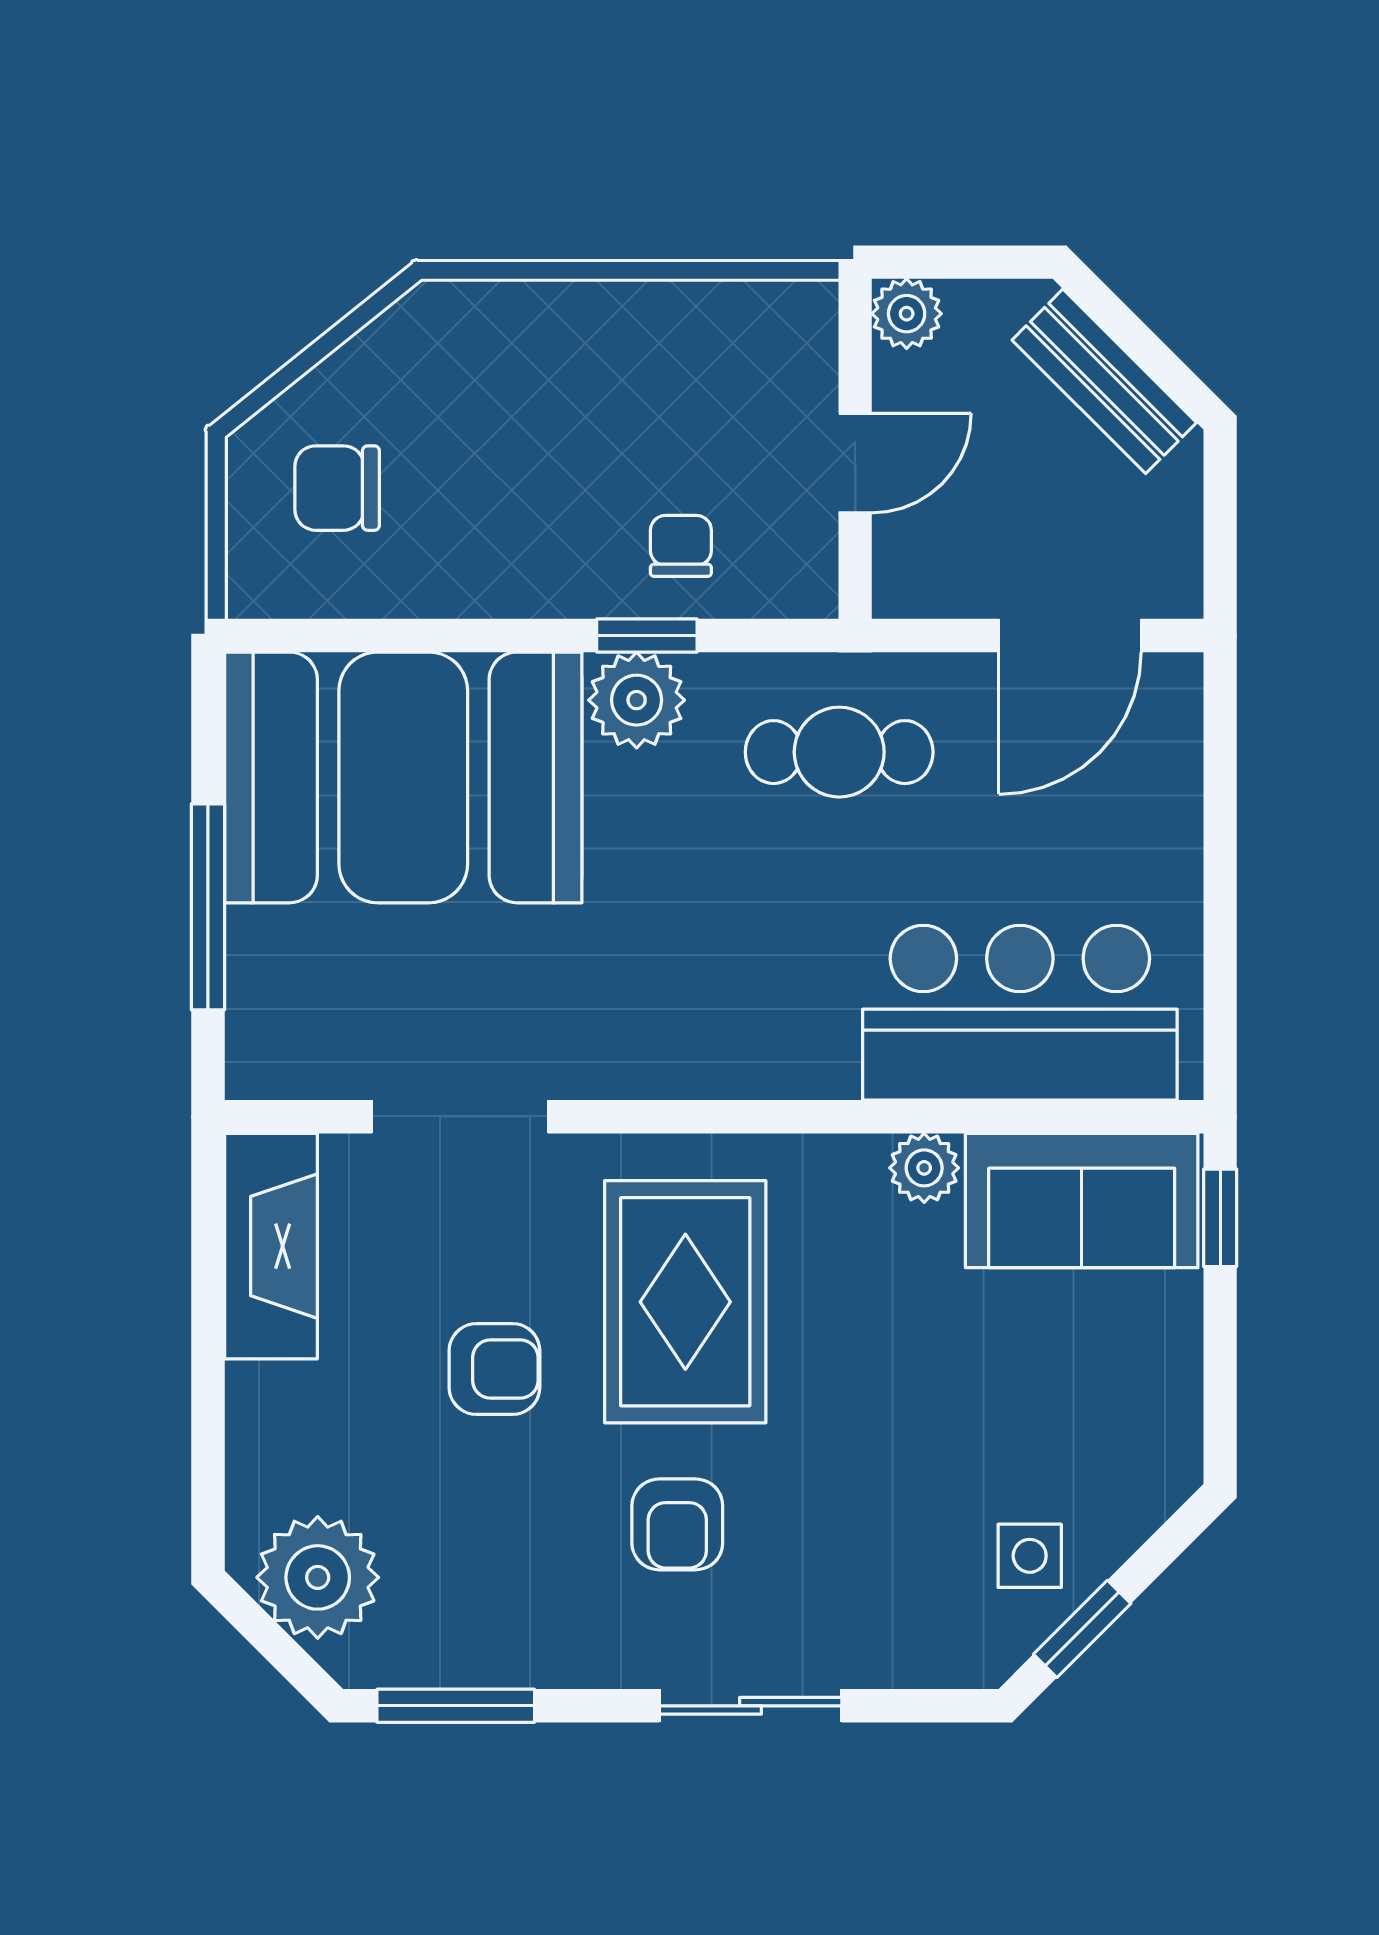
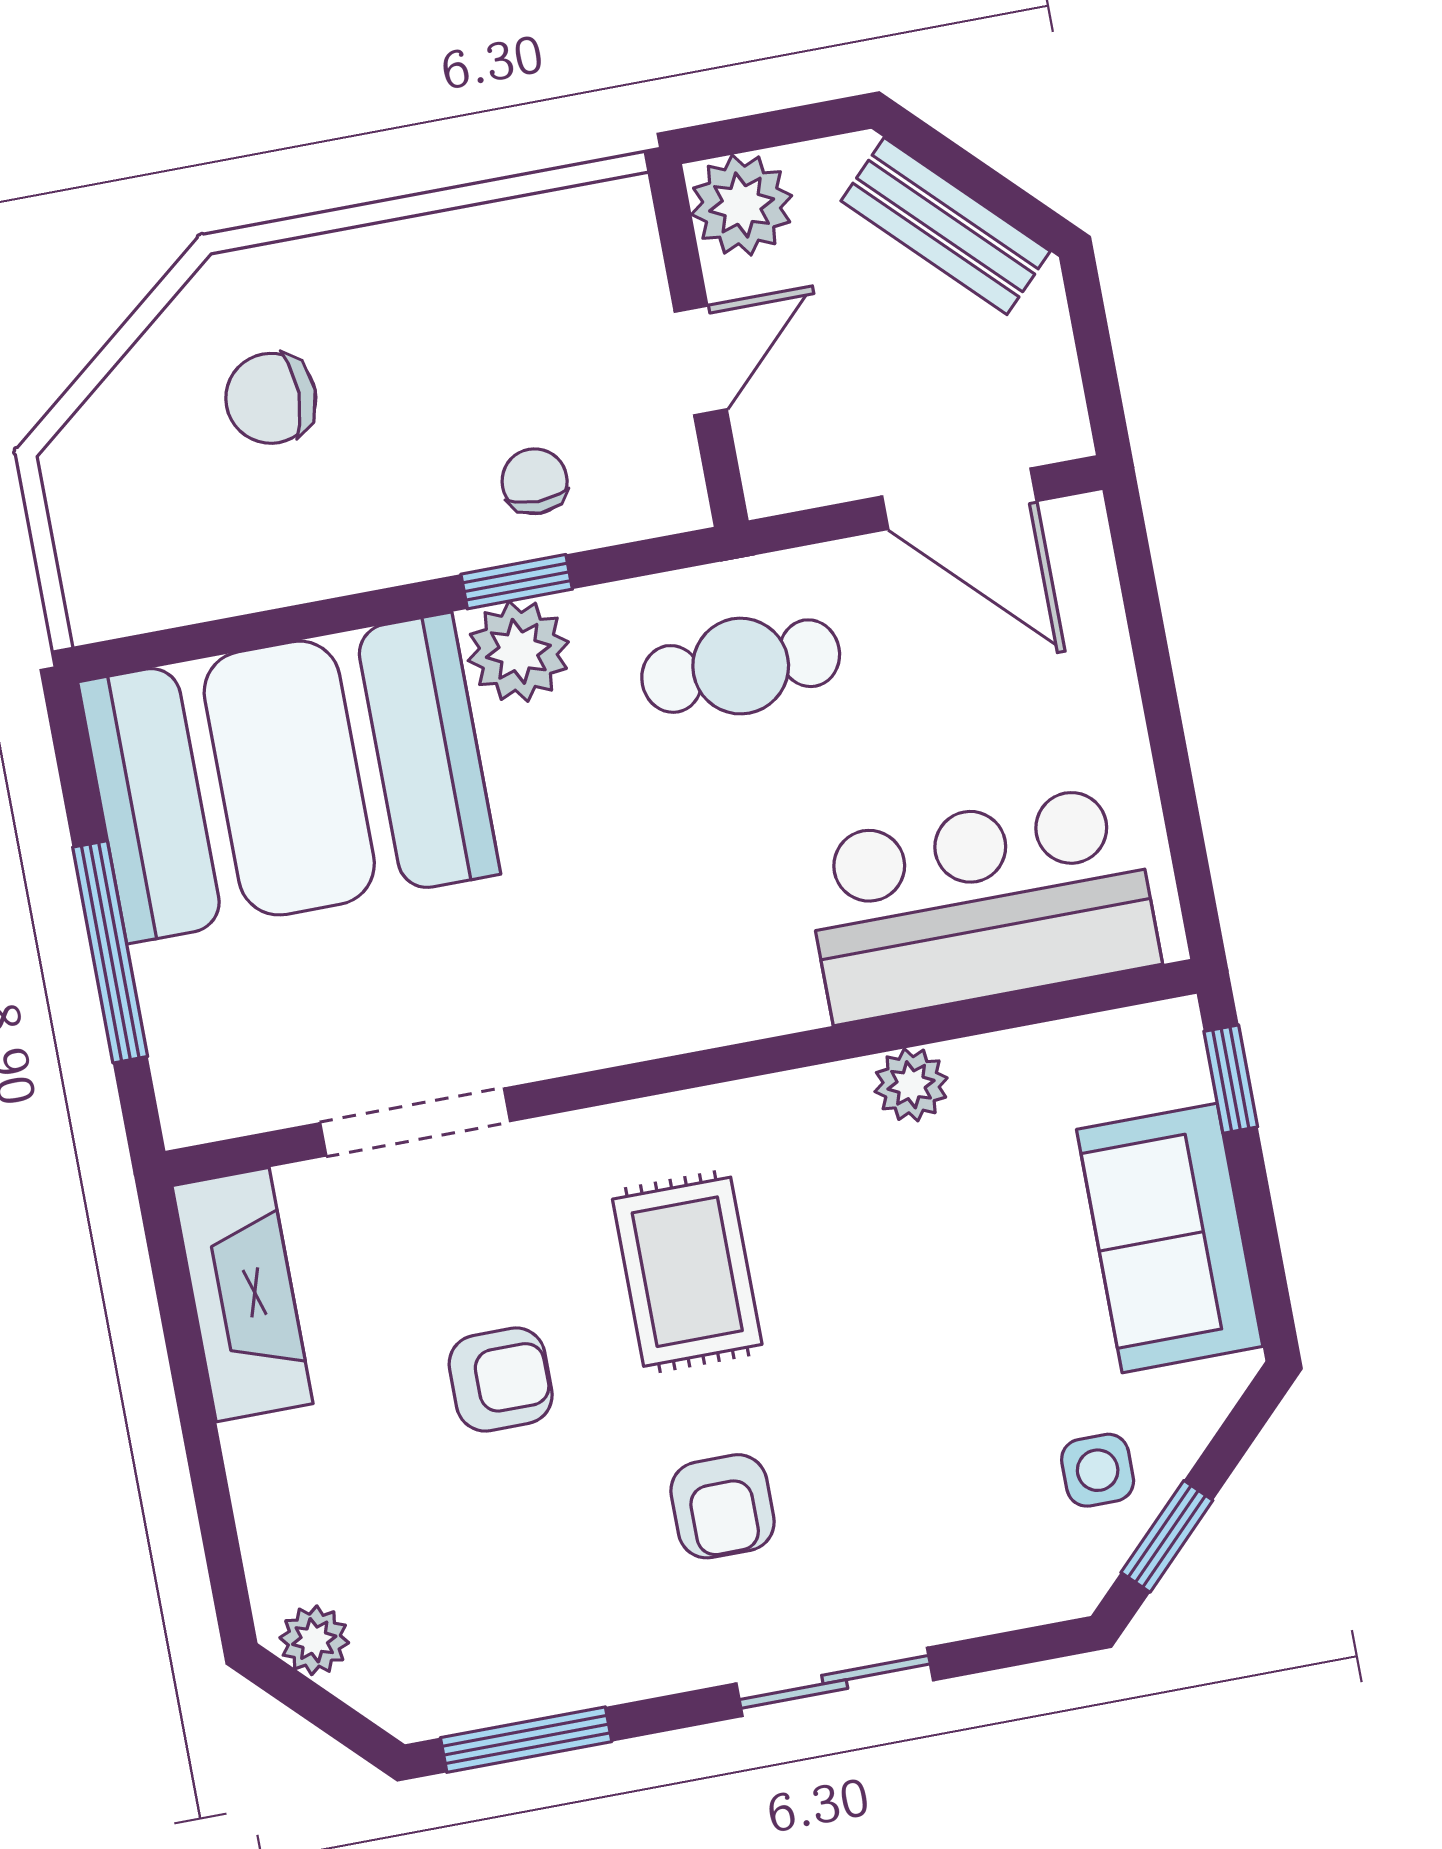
plant: (907, 314) -> (742, 205), width x1.38, depth x1.38
chair: (337, 488) -> (271, 398), moved
door: (1070, 635) -> (959, 499), hinge flipped
sofa: (1082, 1201) -> (1170, 1238), moved, turned 90
rug: (685, 1302) -> (687, 1272), width x0.73, depth x0.70
plant: (318, 1577) -> (314, 1640), width x0.53, depth x0.53

